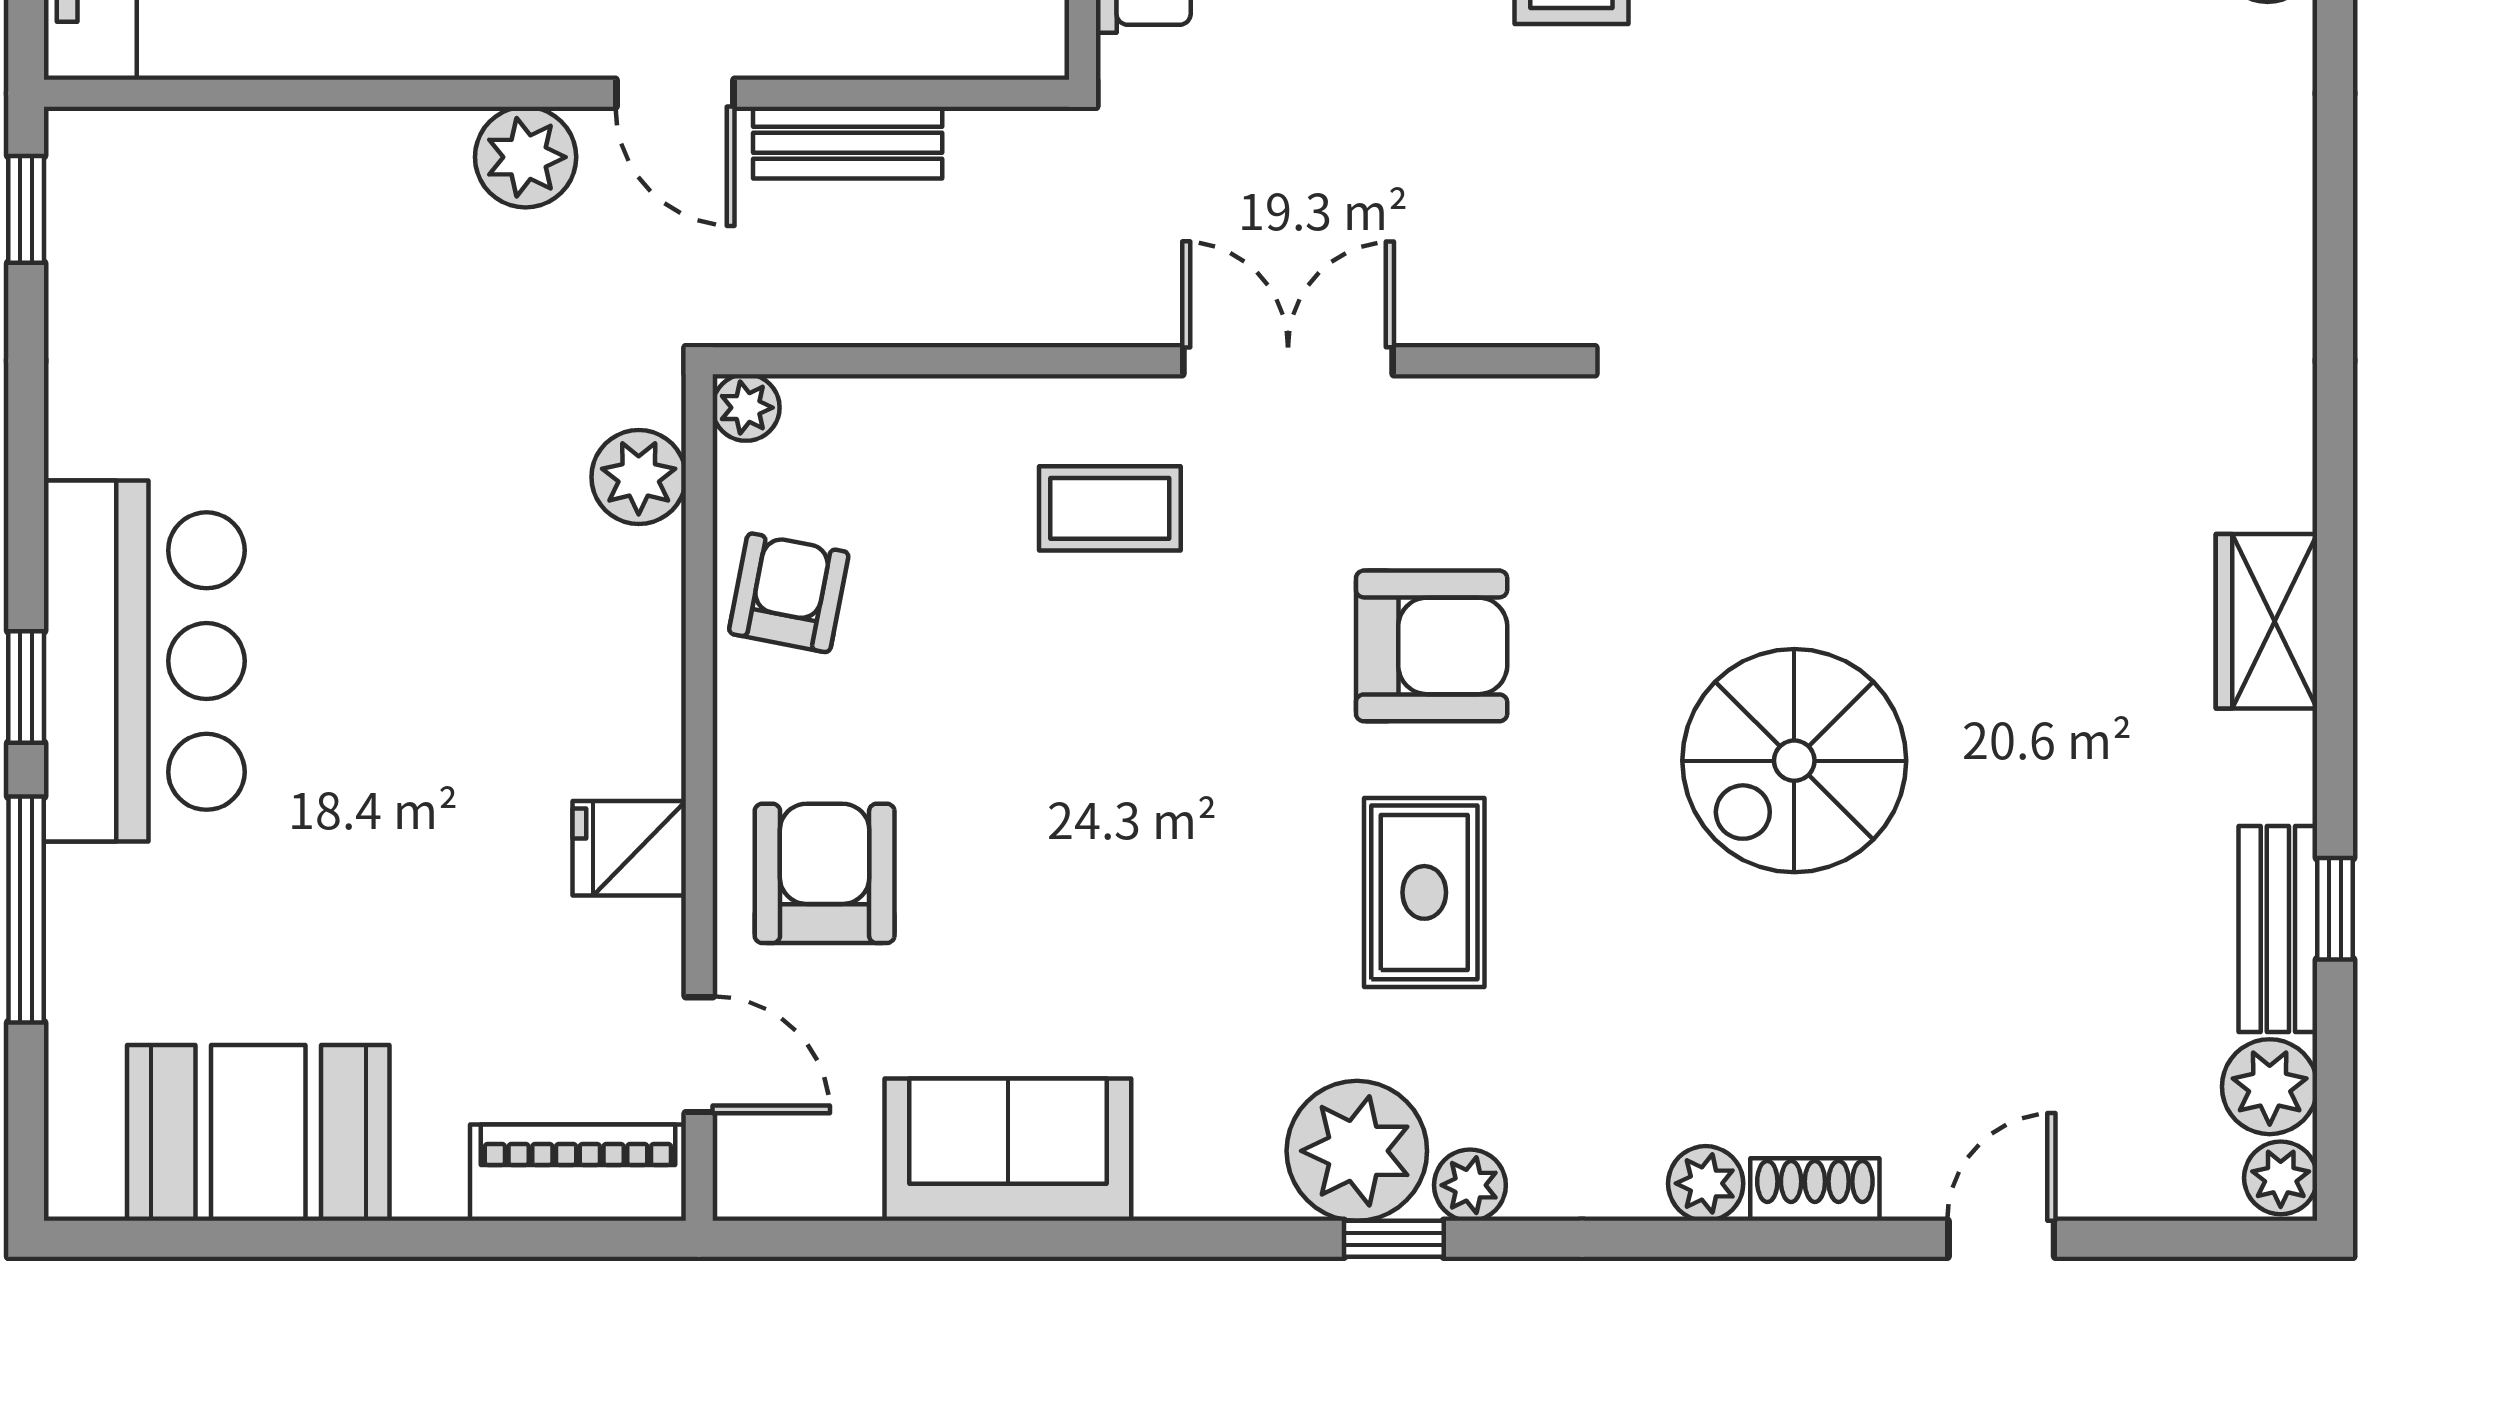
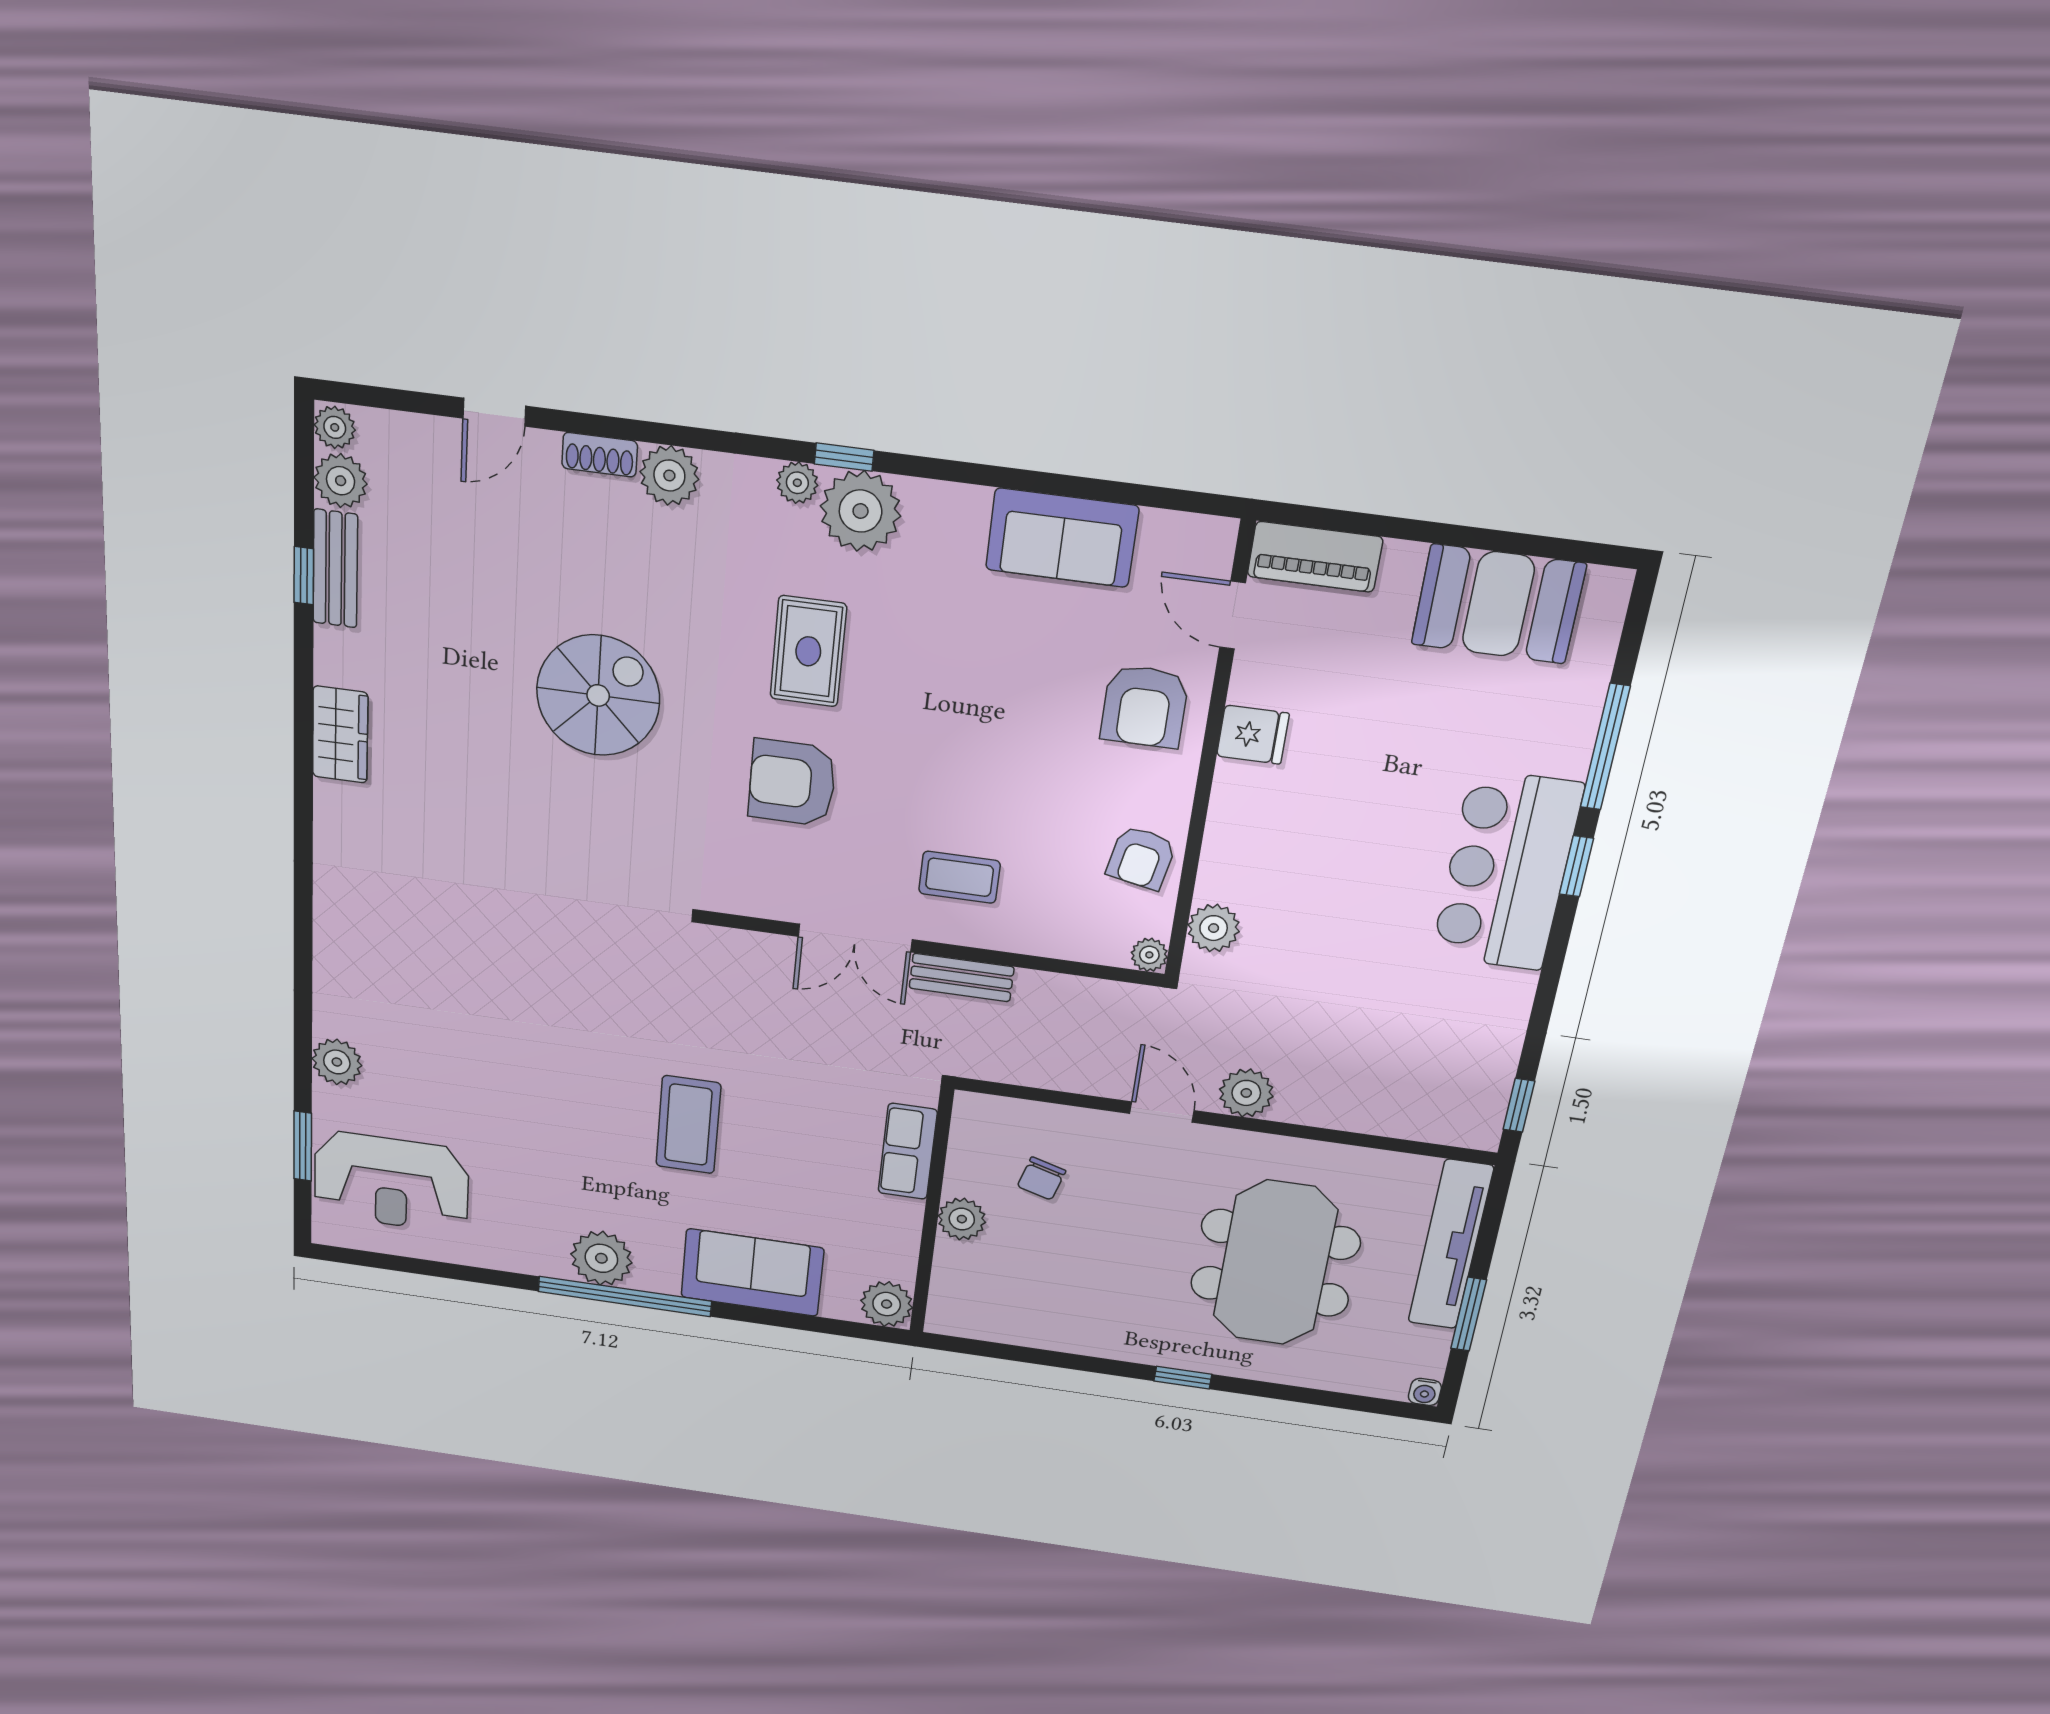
bench: (848, 143) -> (961, 977), moved
plant: (1706, 1183) -> (669, 475), width x1.38, depth x1.38

